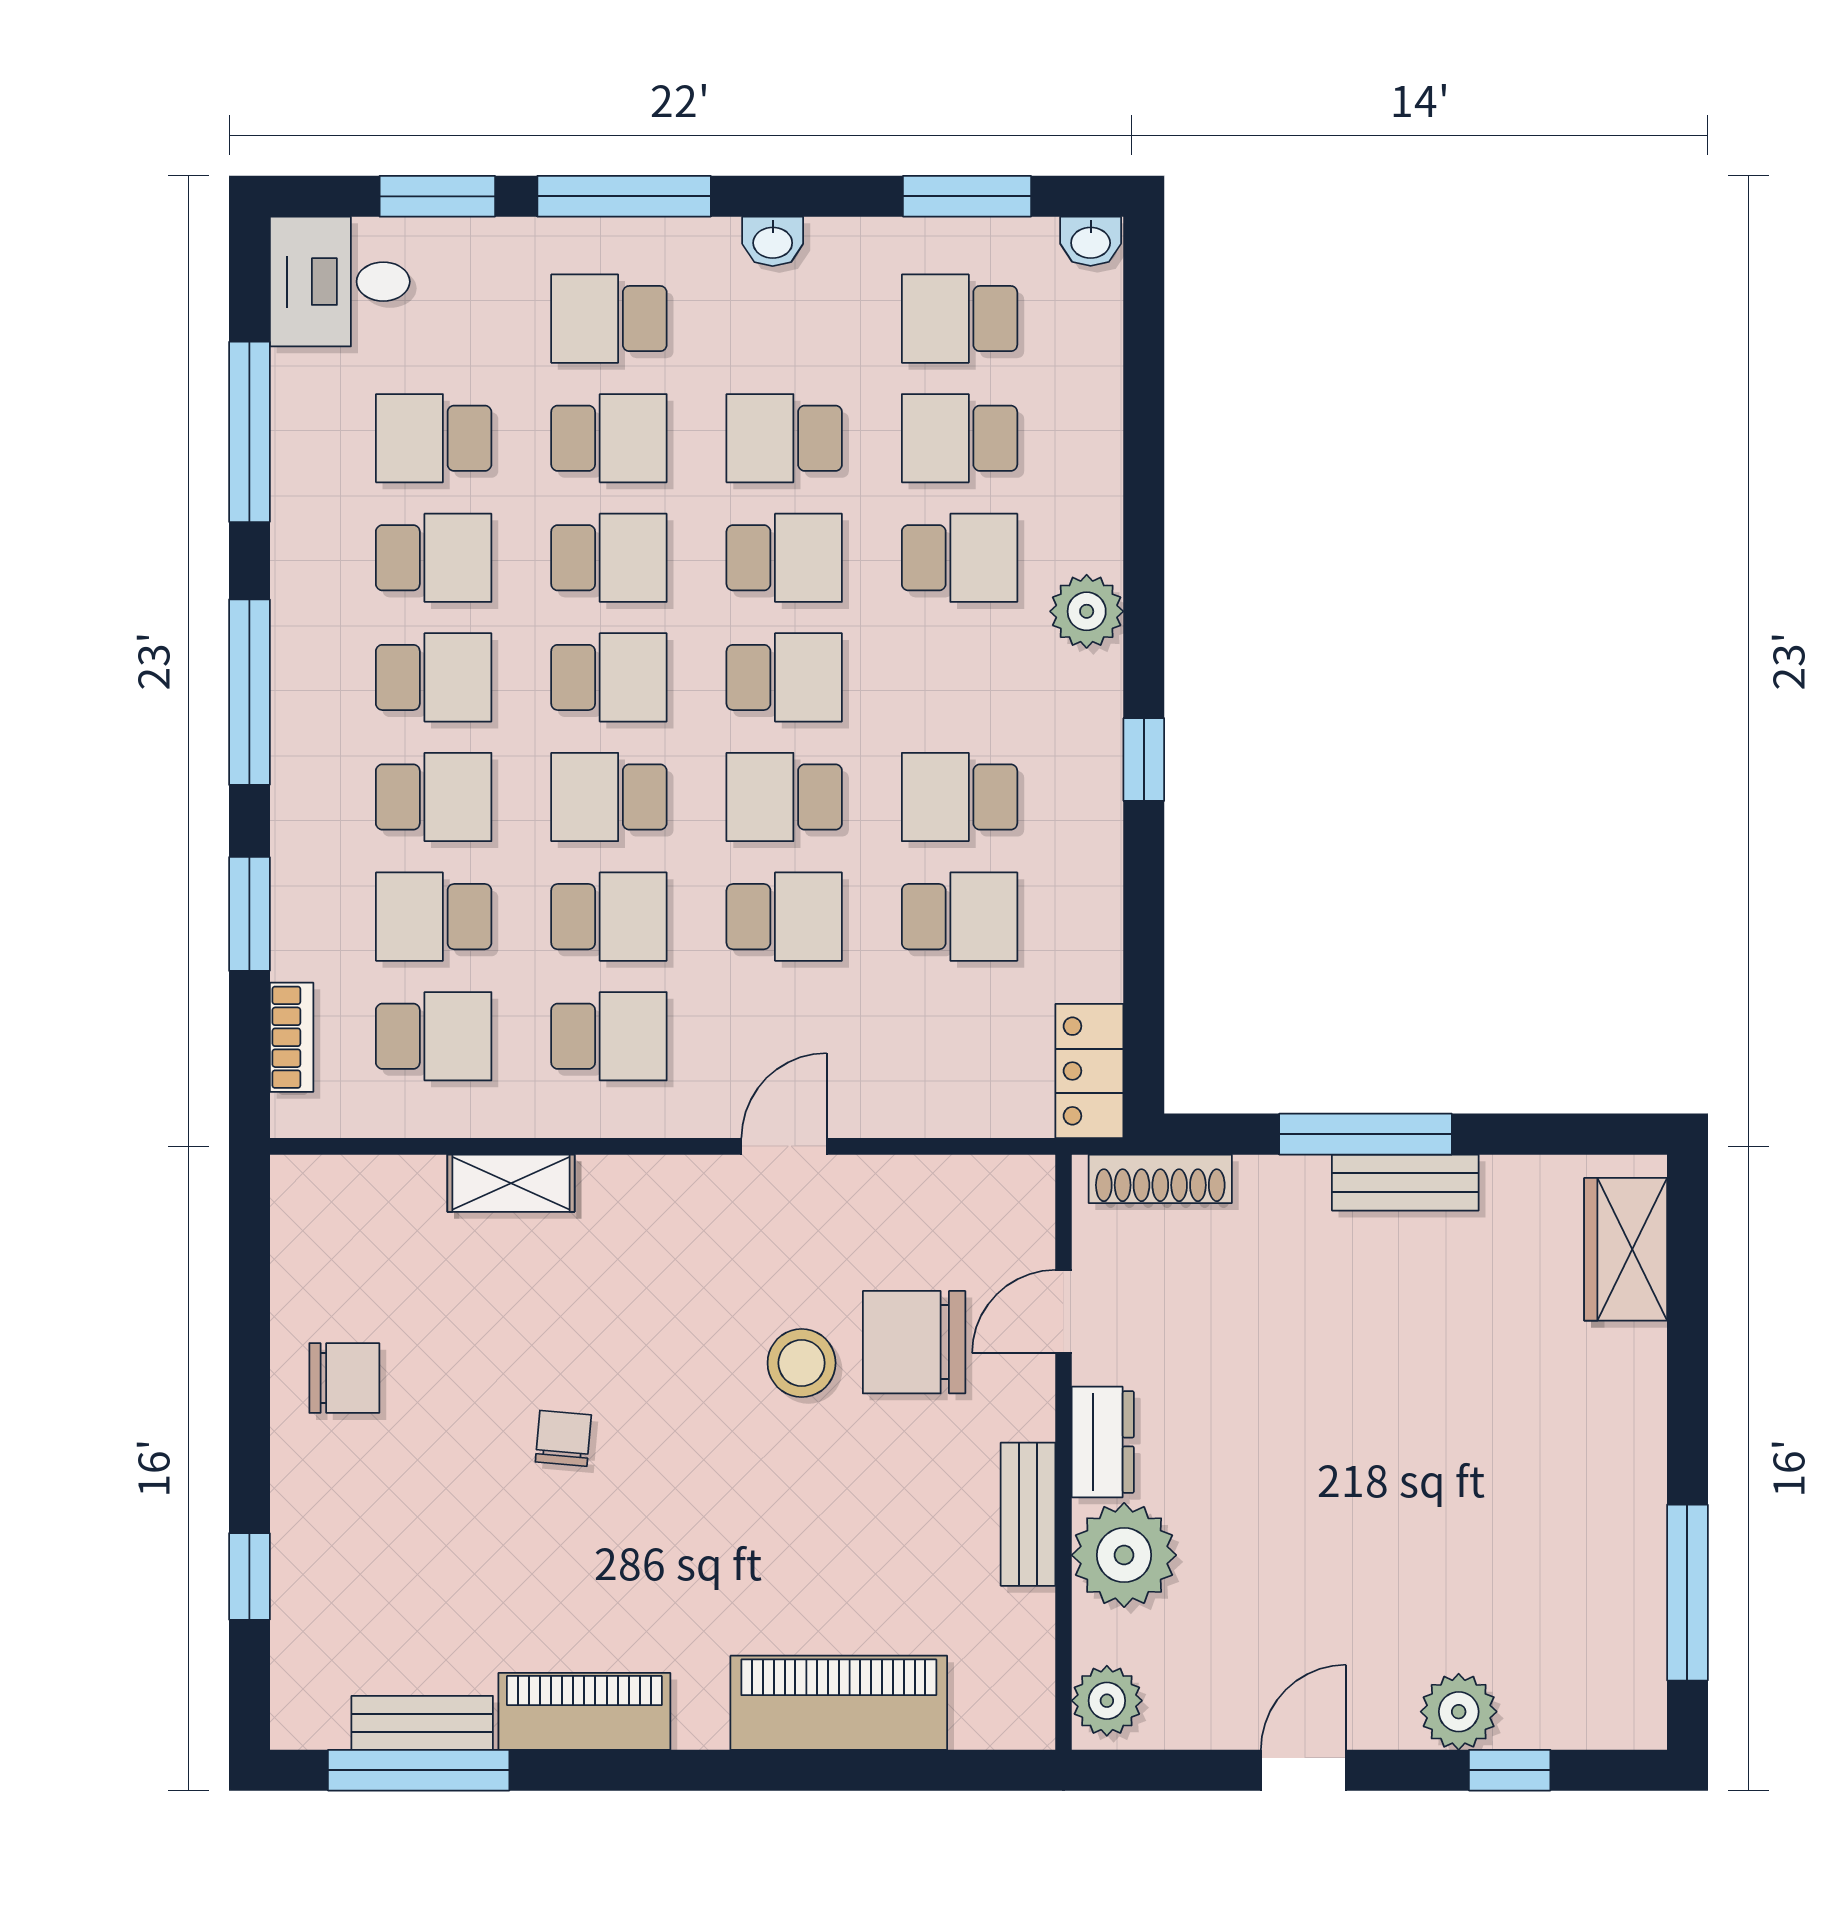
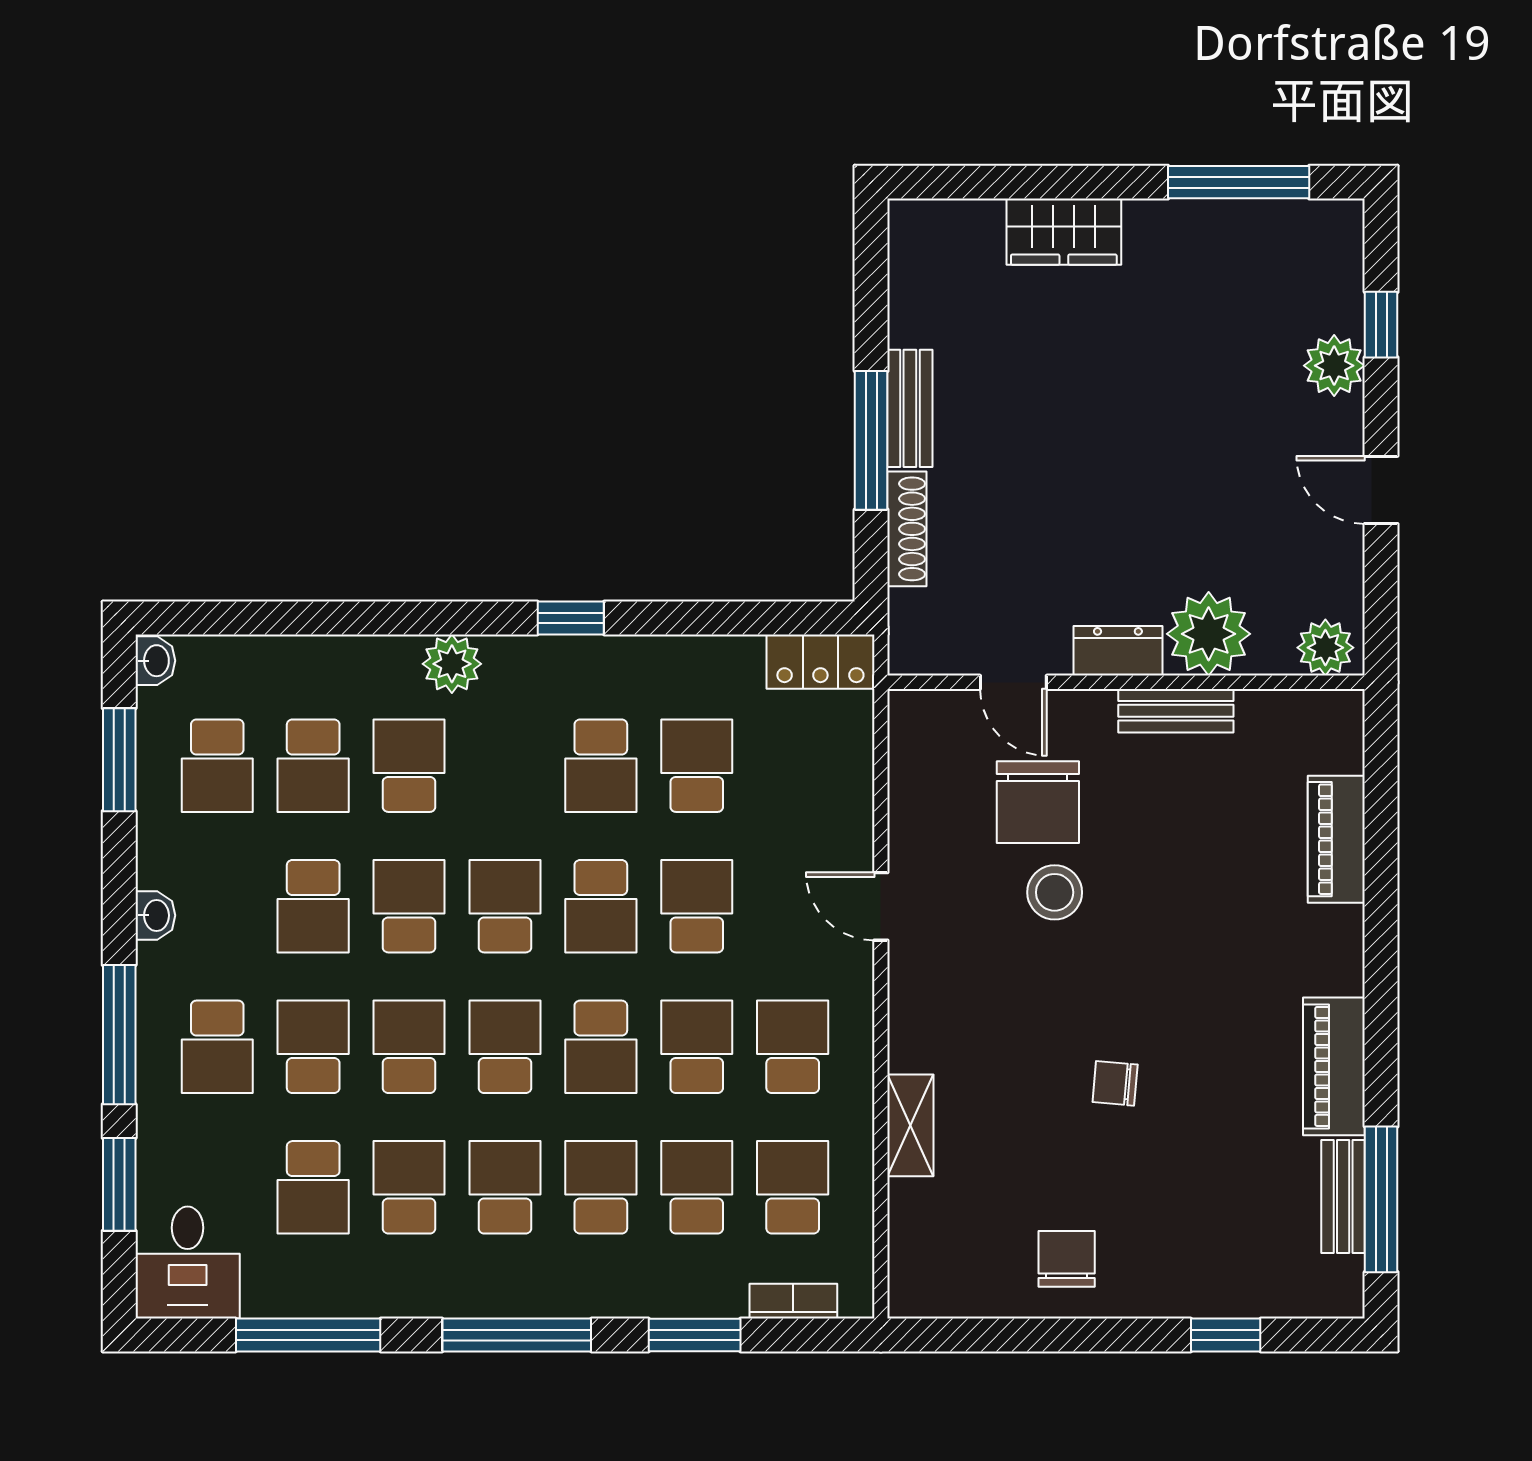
school desk: (434, 917) -> (697, 1187), turned 180
shoe rack: (1160, 1179) -> (907, 529), moved
wardrobe: (1626, 1249) -> (1064, 232), moved
piano: (839, 1703) -> (1336, 839), width x0.73, depth x0.75

